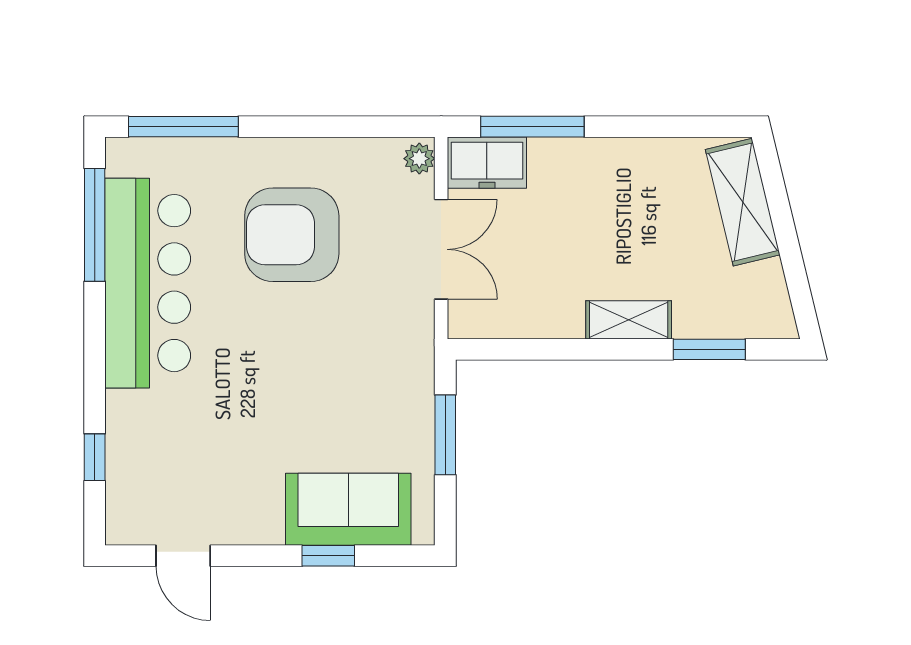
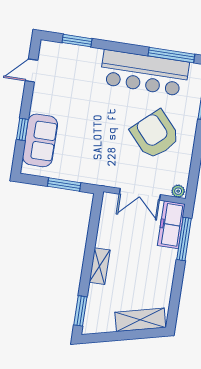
freezer: (487, 163) -> (171, 225), width x1.40
armchair: (292, 235) -> (155, 135), turned -42
window: (709, 349) -> (80, 311), moved
window: (95, 457) -> (77, 41), width x1.50

